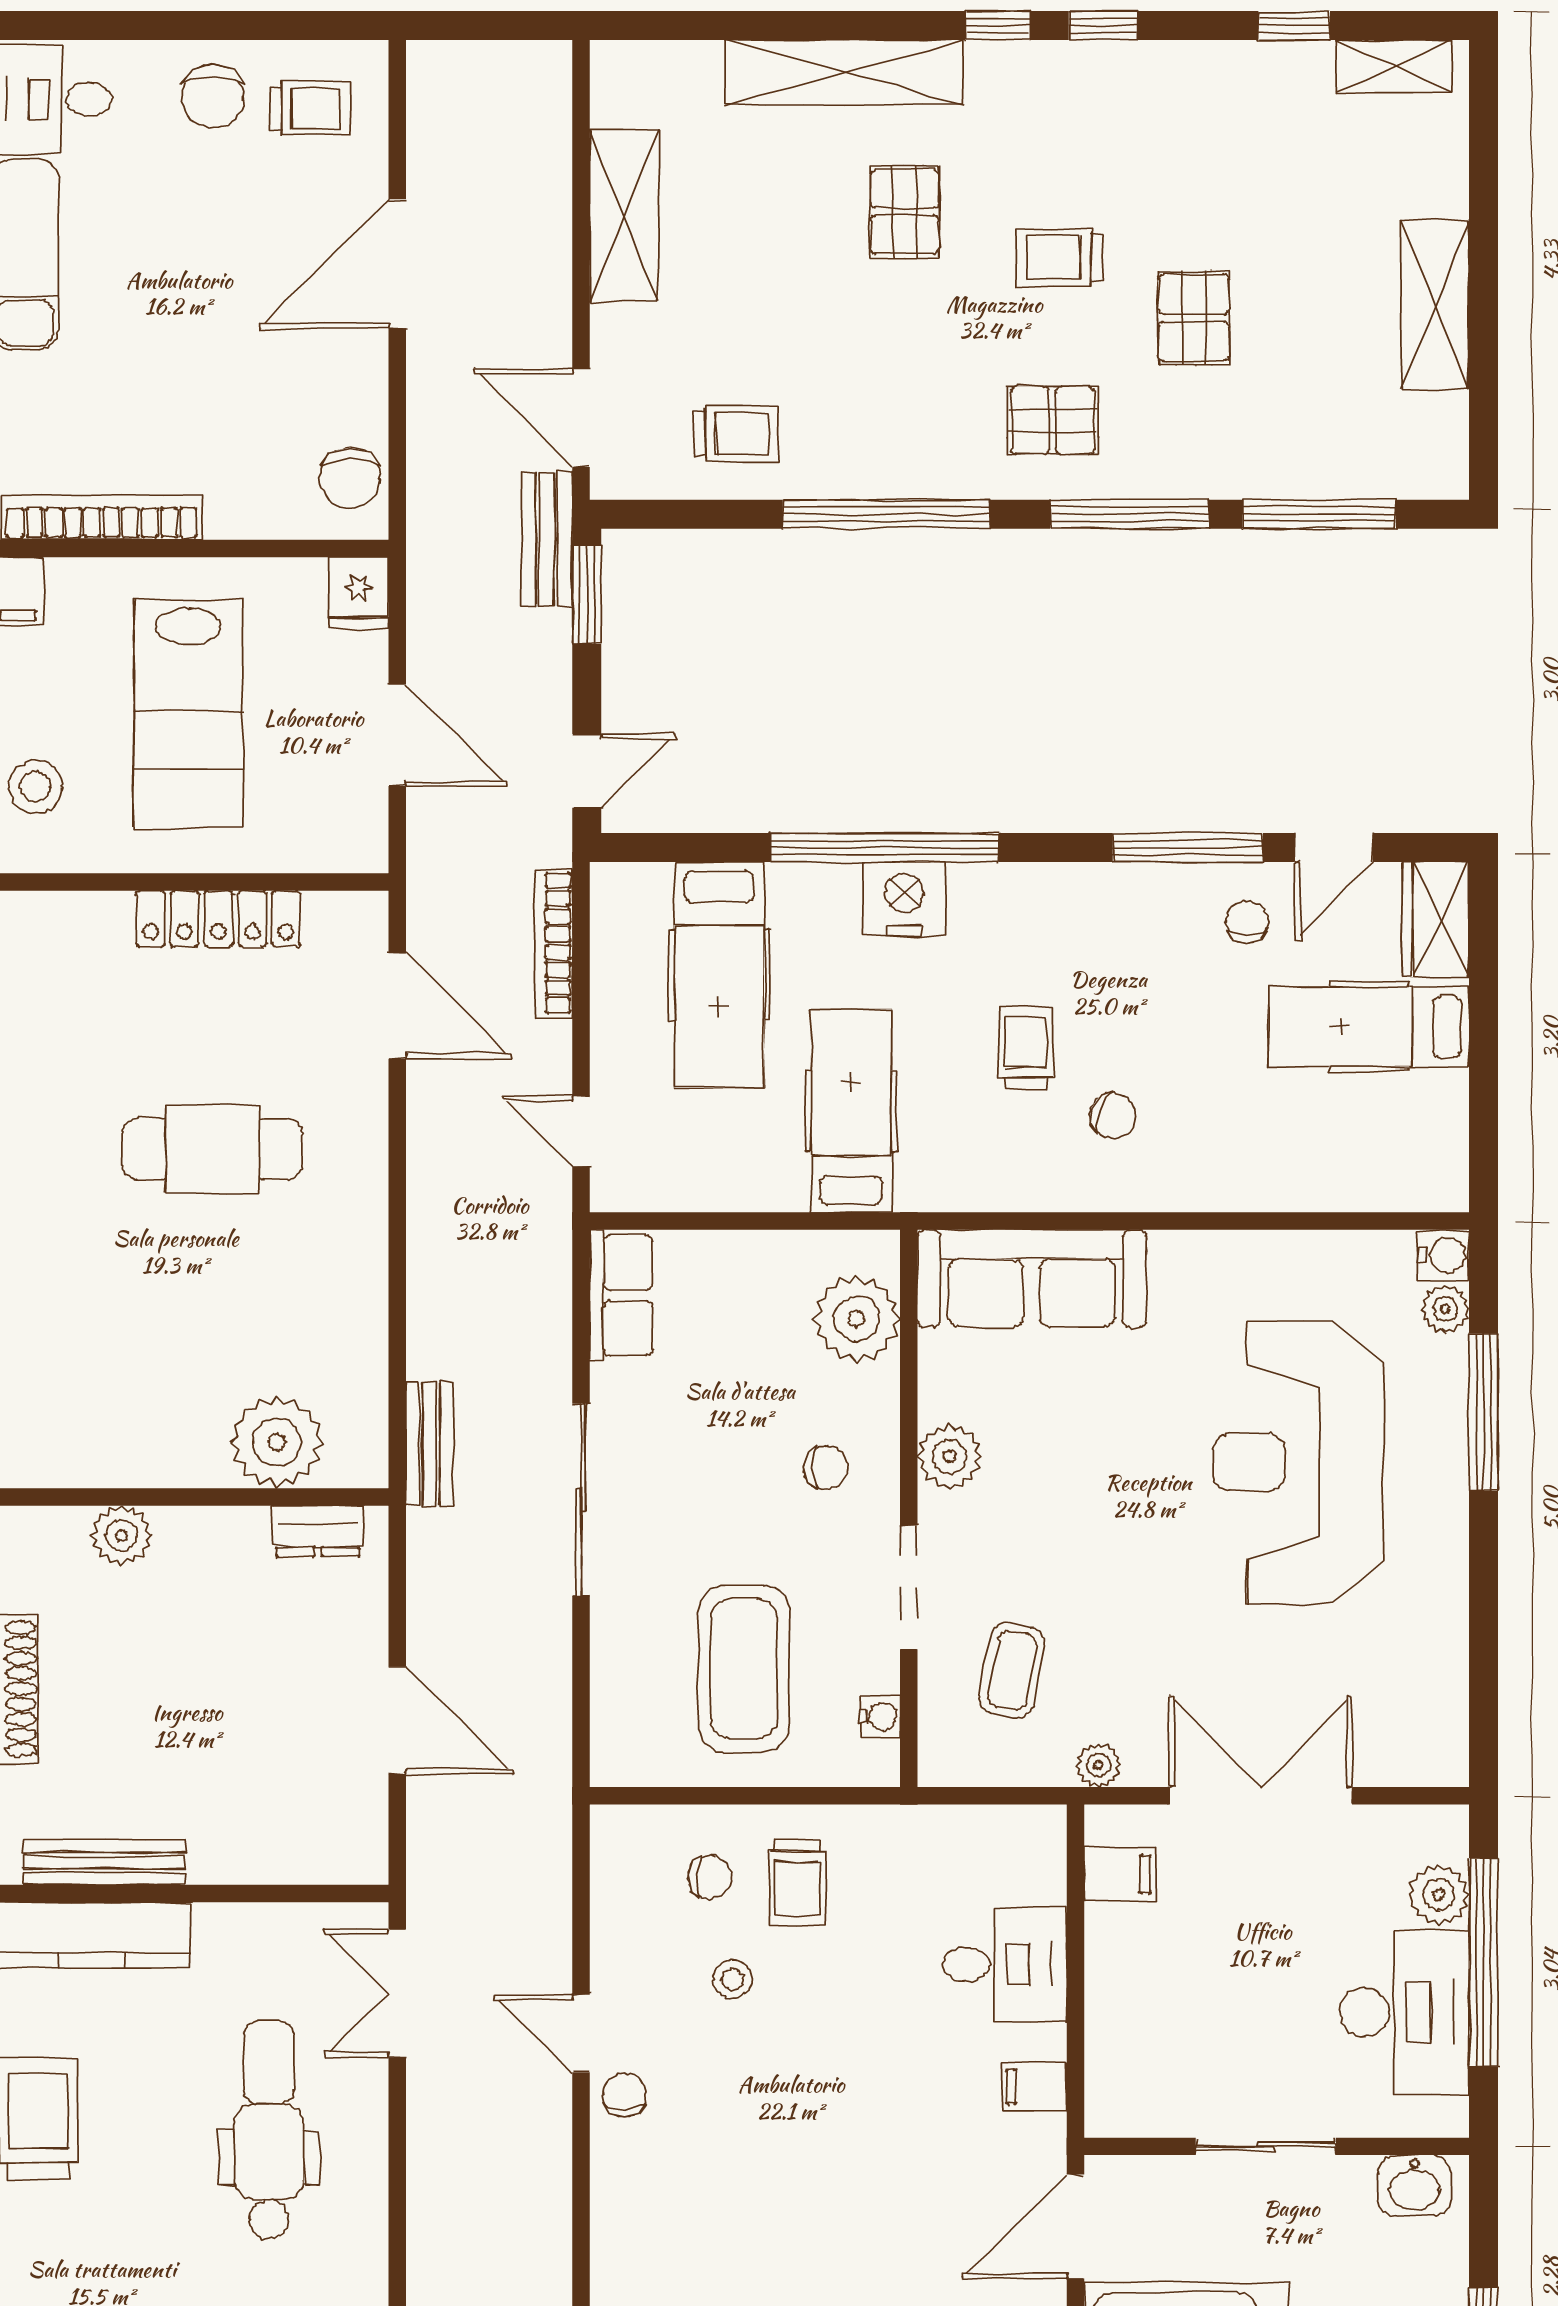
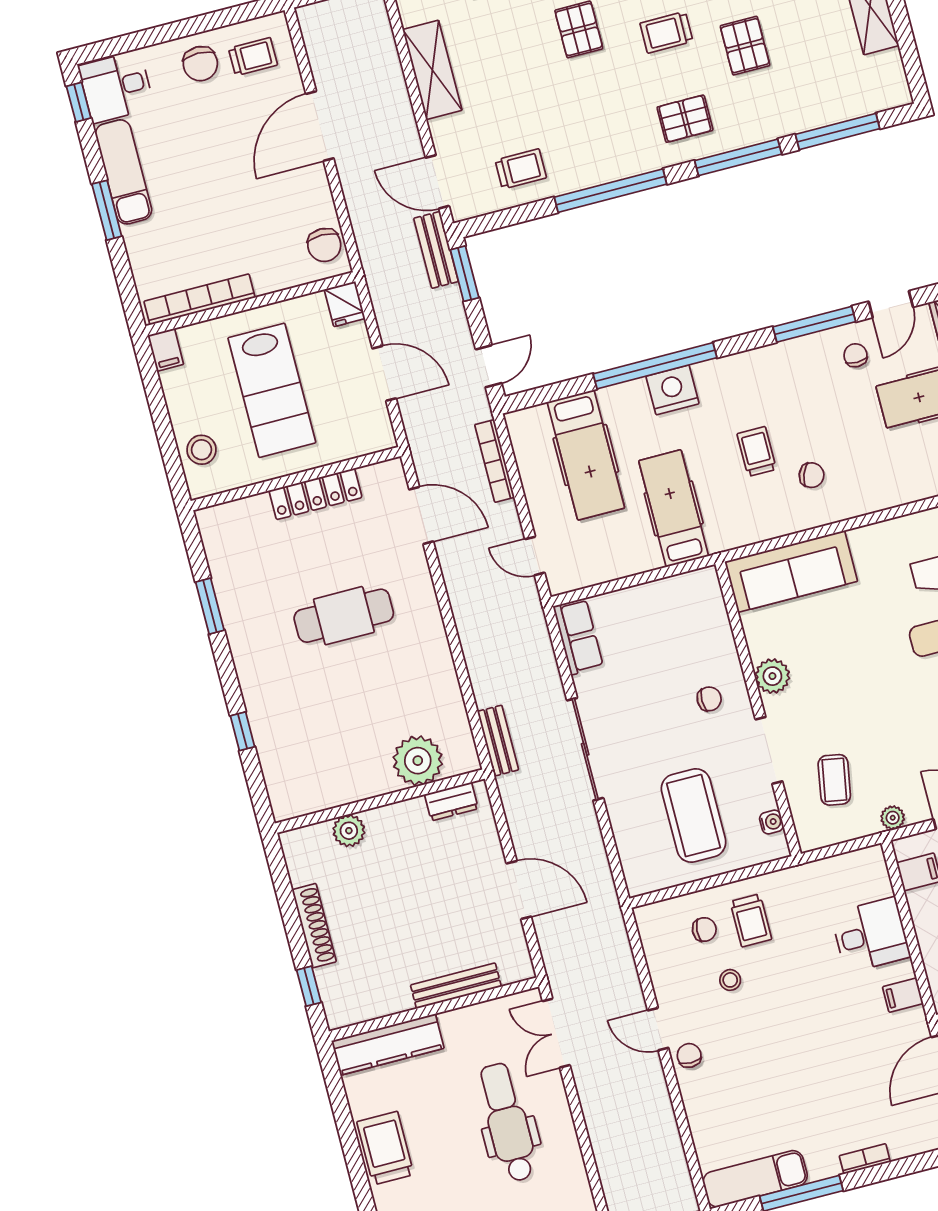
plant: (857, 1319) -> (705, 617), removed
bench: (104, 1862) -> (456, 986), moved

